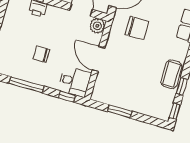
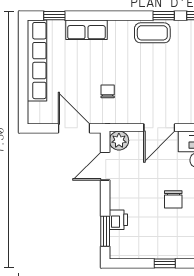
chair: (137, 28) -> (108, 91), width x0.54, depth x0.54

